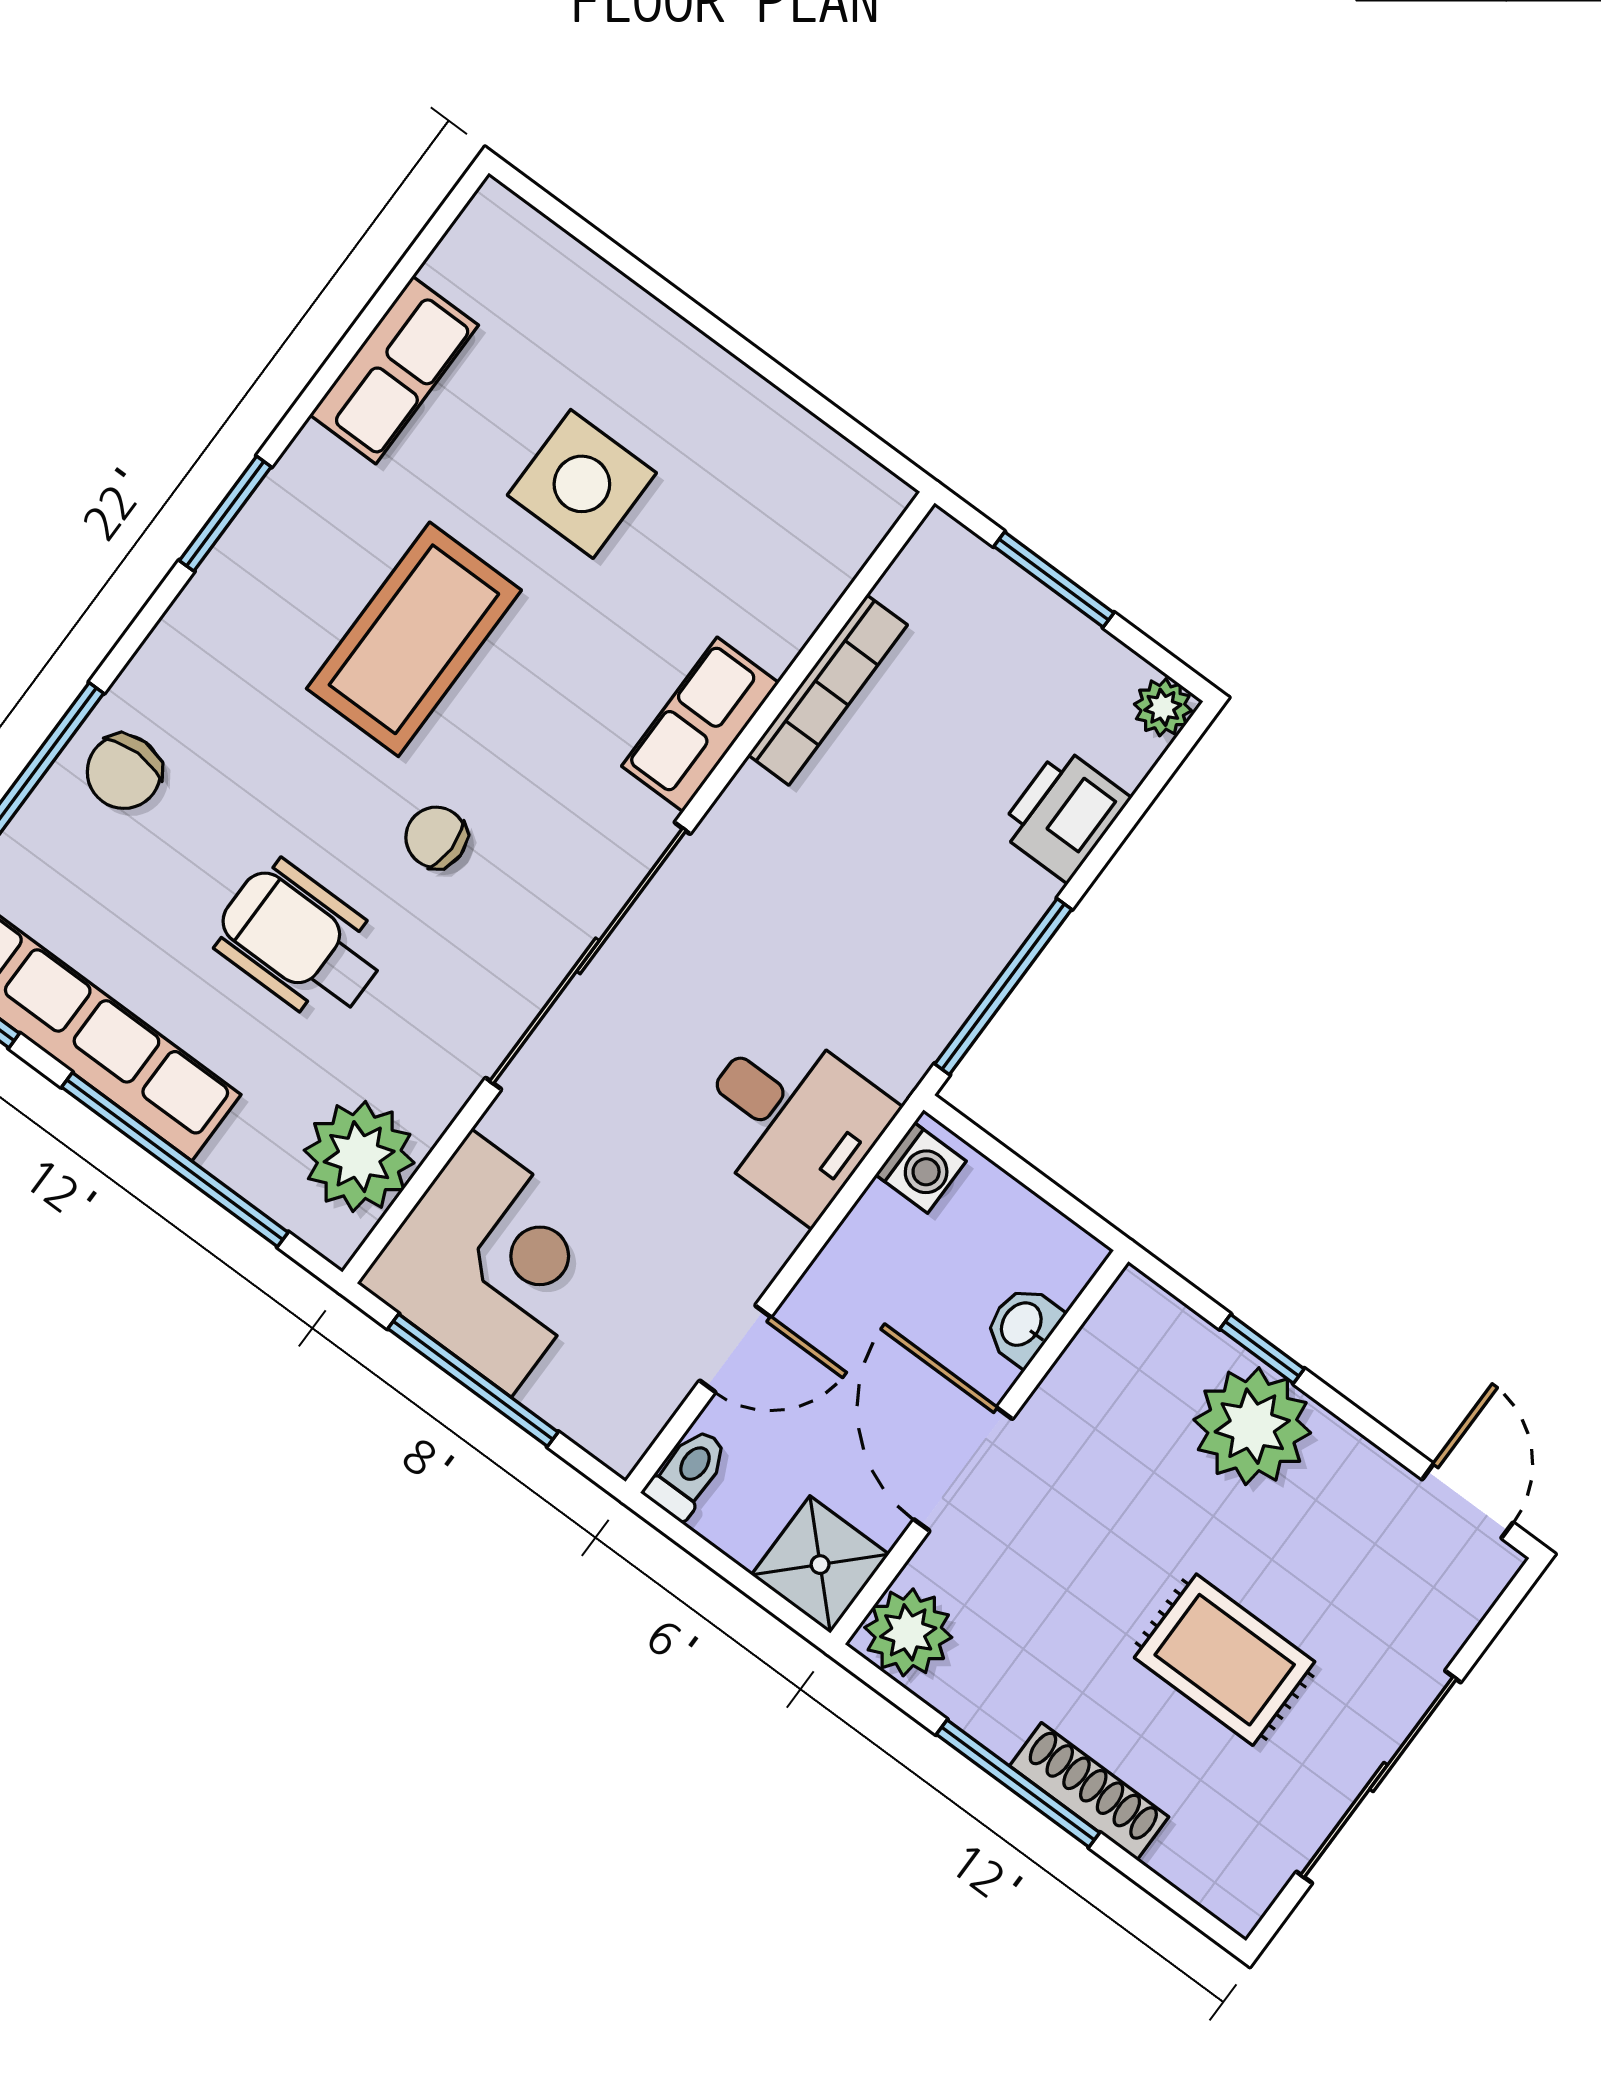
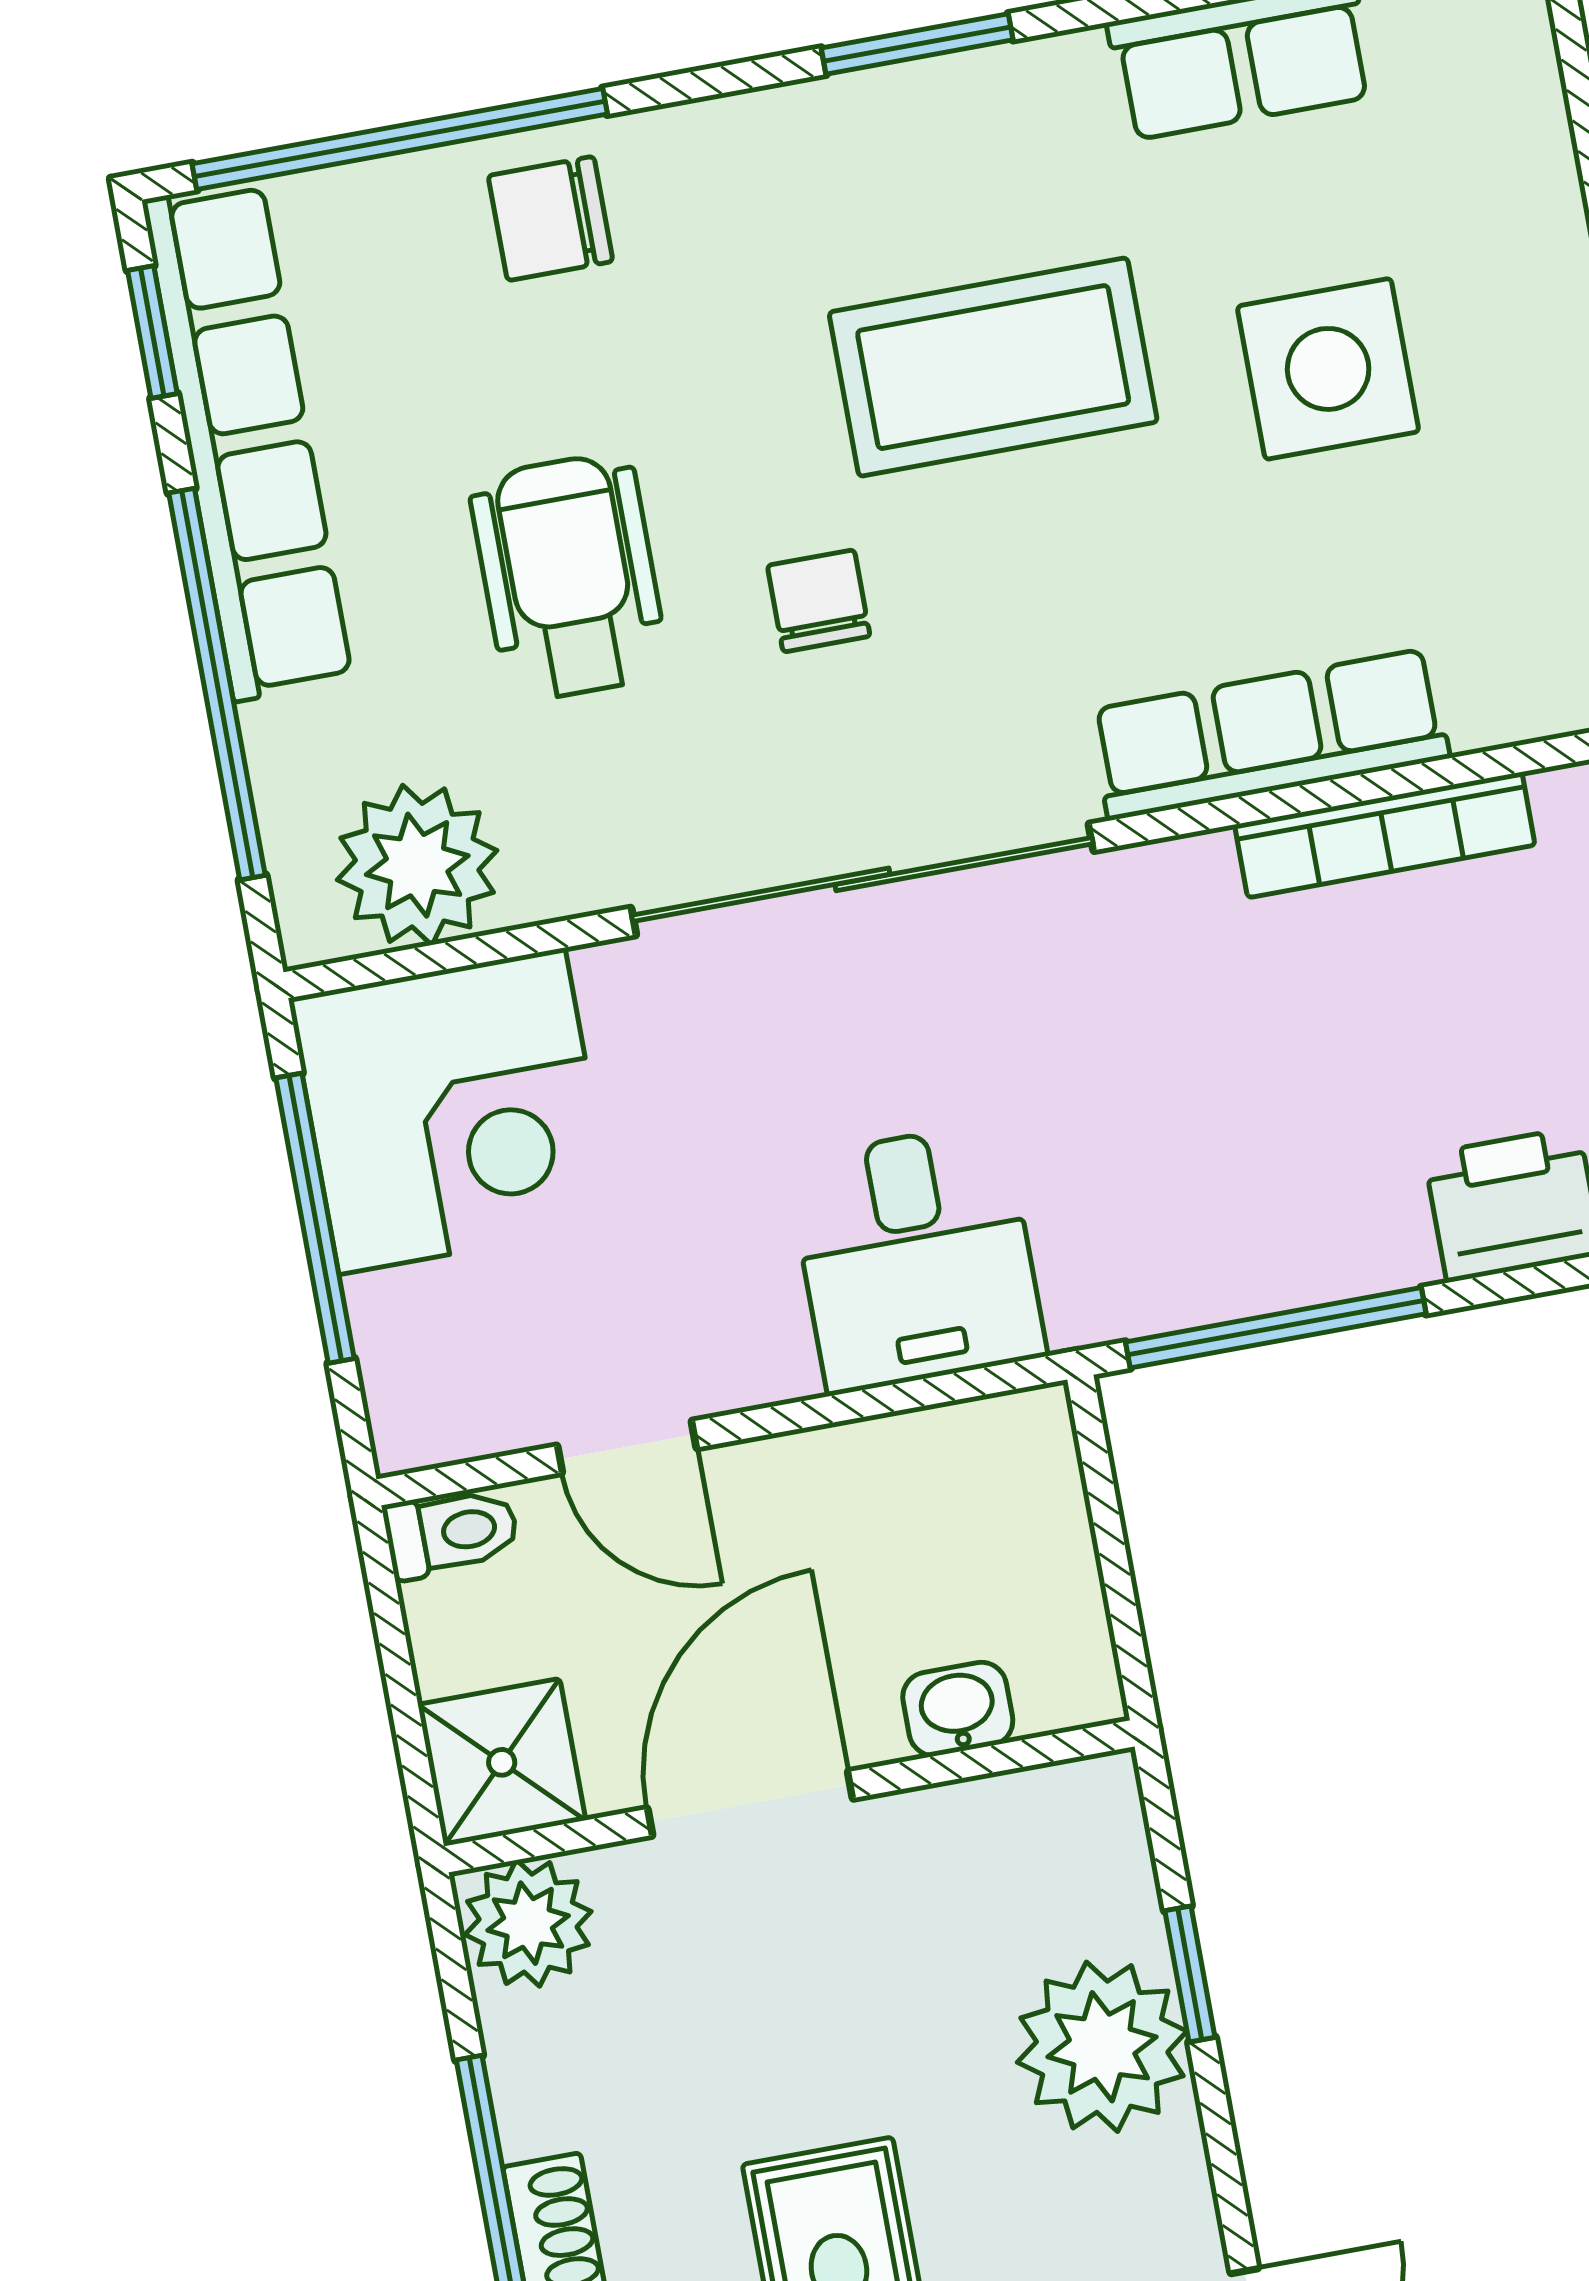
row of seats: (700, 724) -> (1269, 734), width x1.48
washing machine: (921, 1168) -> (1006, 1439), removed

